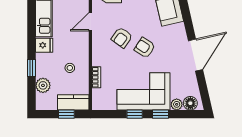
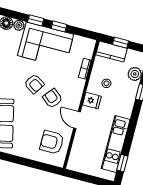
door: (90, 22) -> (77, 120), swing flipped
armchair: (122, 38) -> (52, 98), turned -86
fridge: (44, 45) -> (92, 101), moved, turned 180

